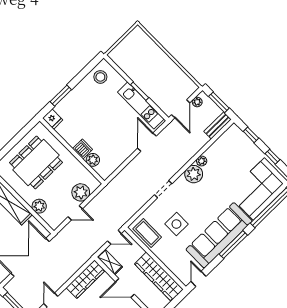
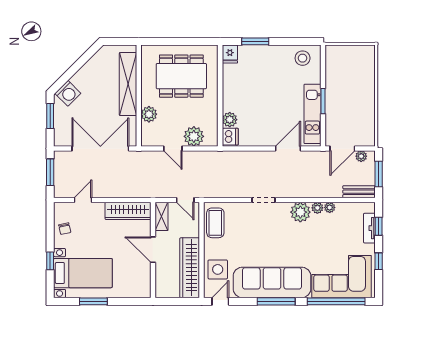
tv unit: (246, 142) -> (369, 228), added
dishwasher: (83, 149) -> (230, 137), moved
plant: (209, 153) -> (330, 207), added
side table: (176, 224) -> (218, 269), moved

